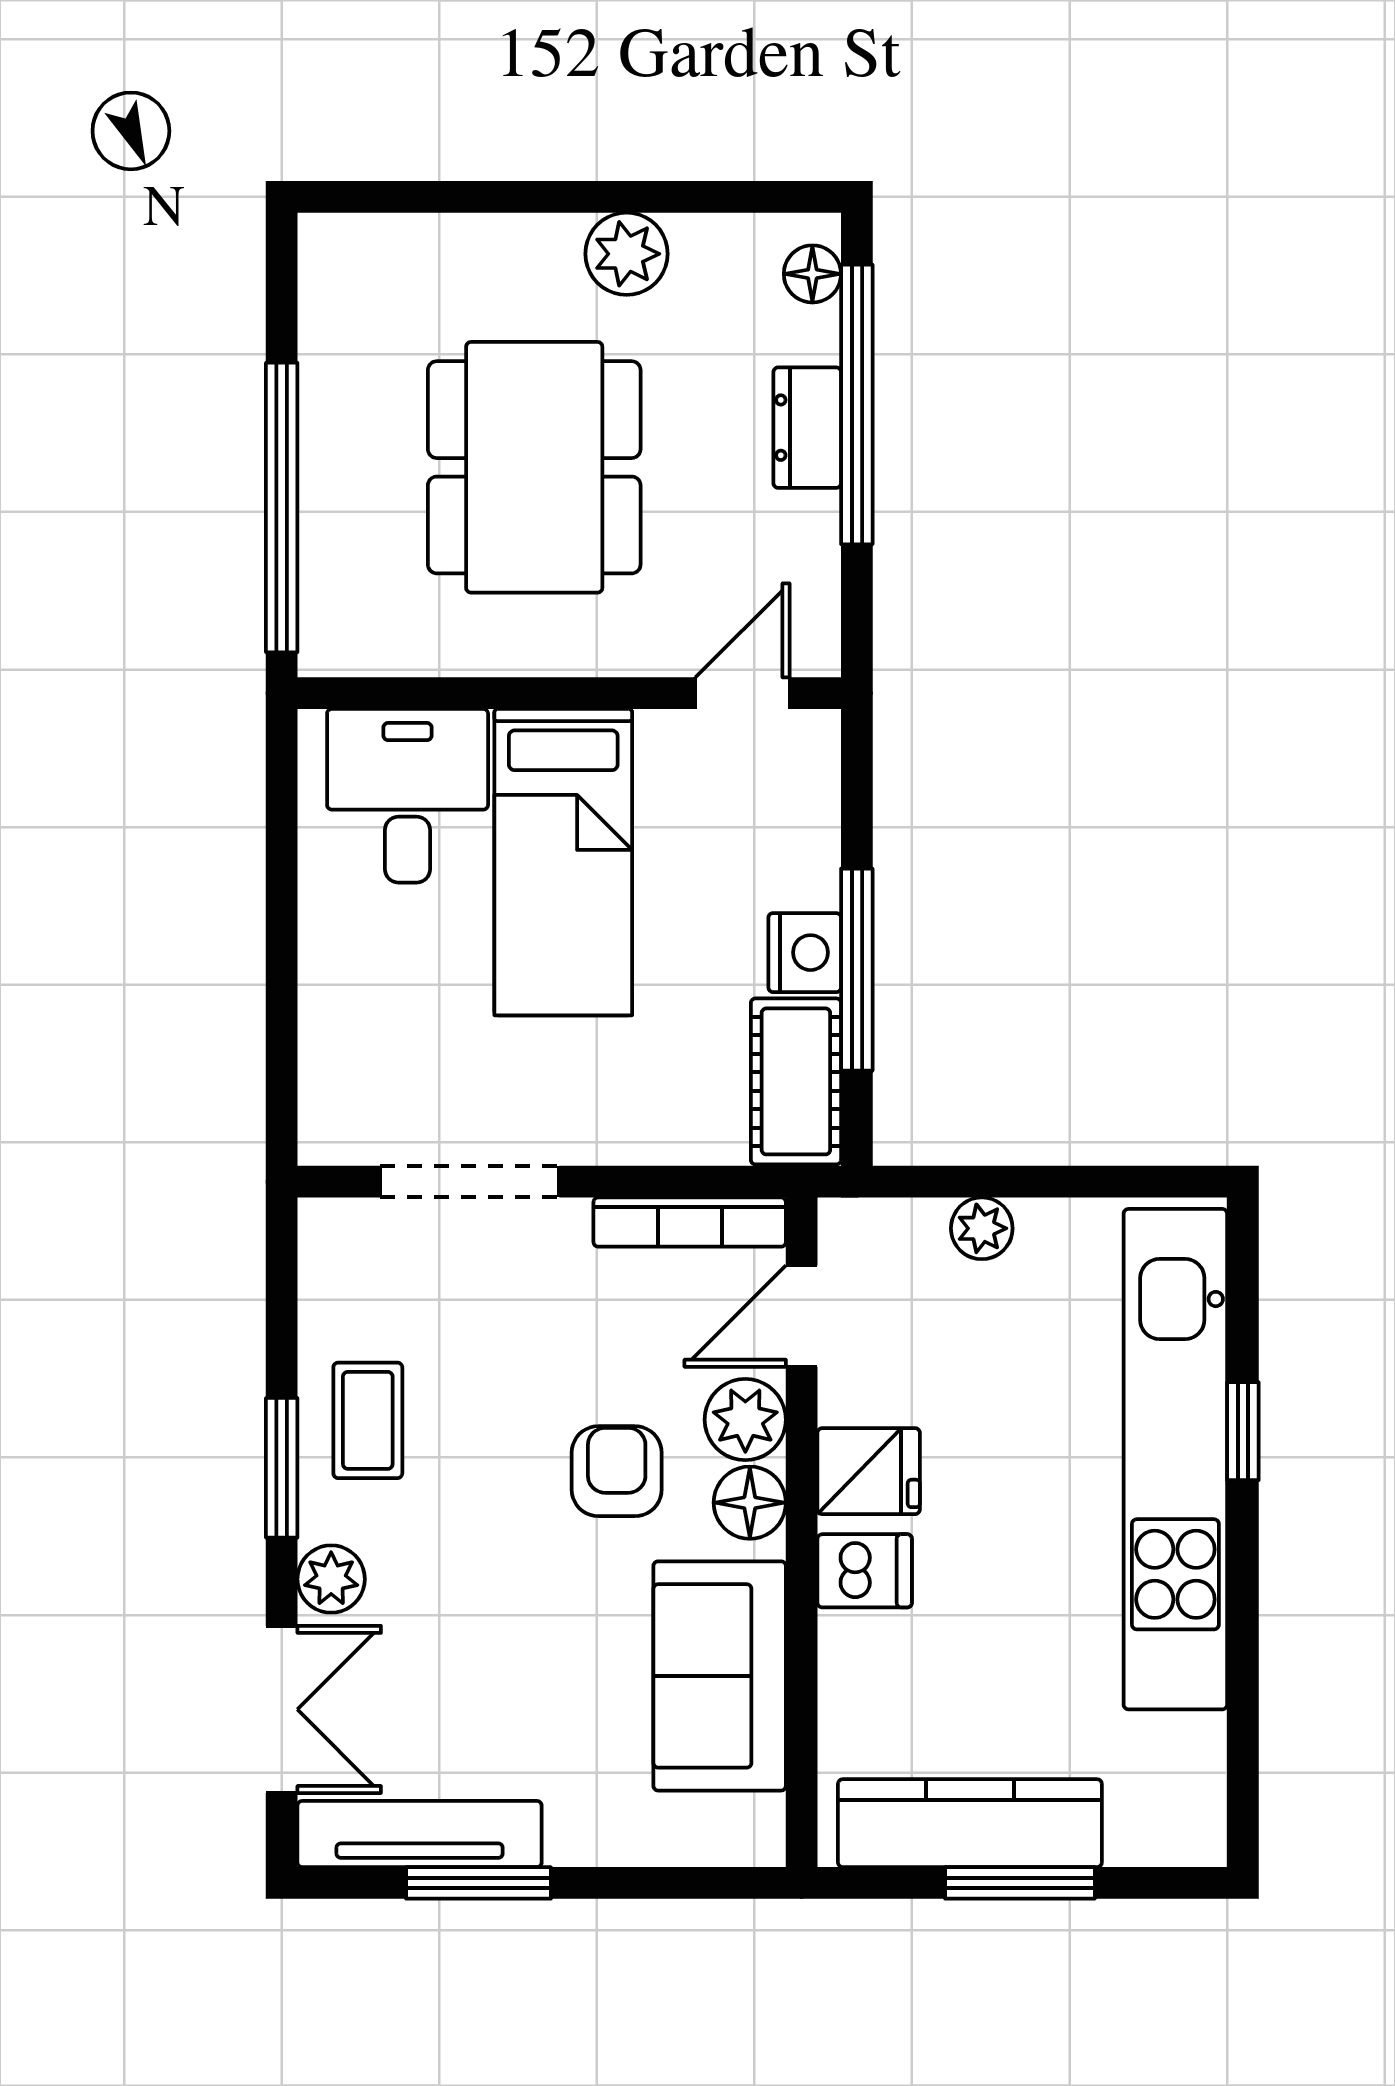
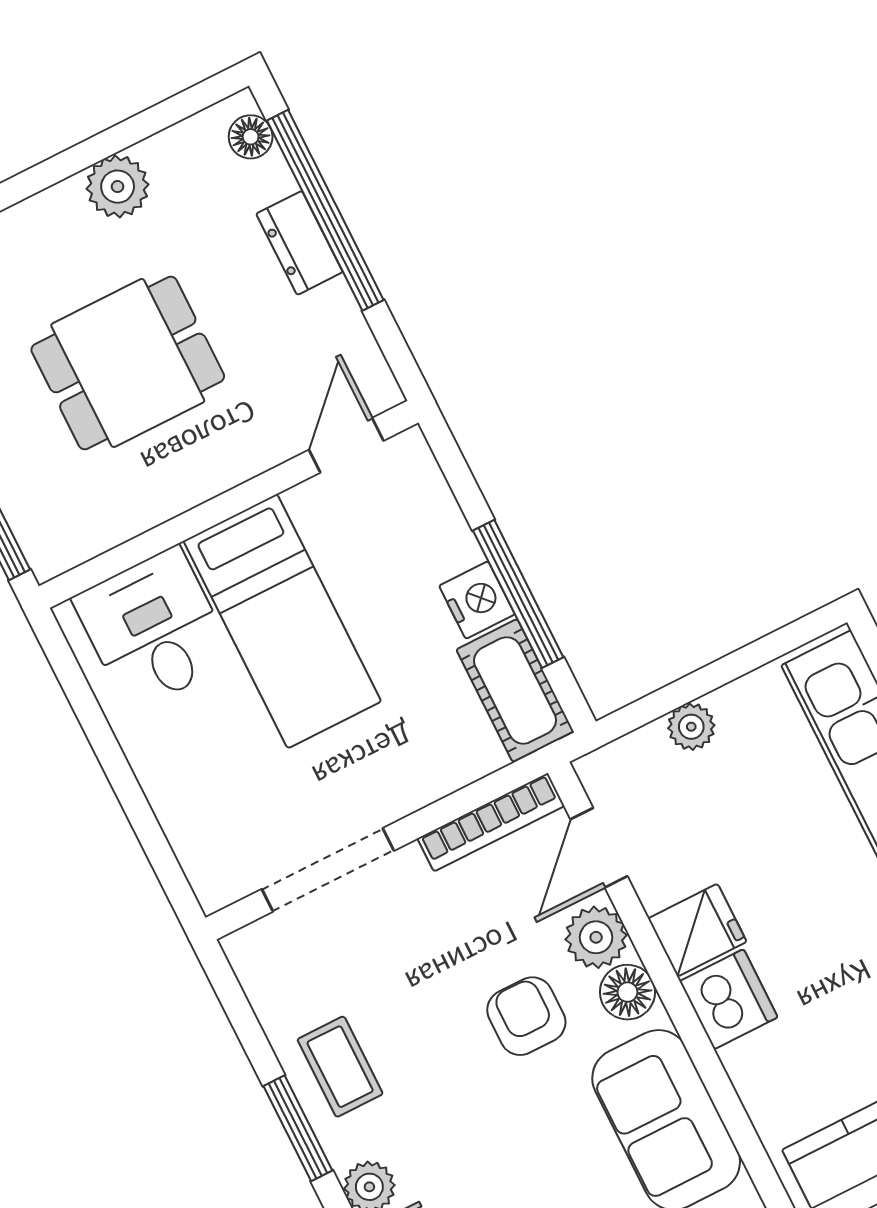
dining table: (534, 467) -> (128, 363), width x0.73
dishwasher: (865, 1571) -> (729, 999), width x1.38

